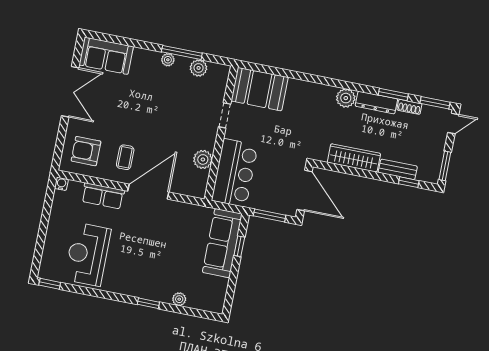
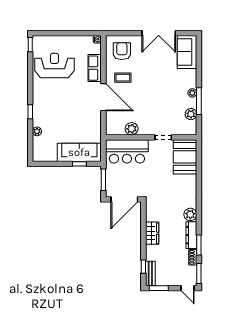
wardrobe: (354, 158) -> (152, 233), width x0.67
bench: (398, 169) -> (150, 274), moved

